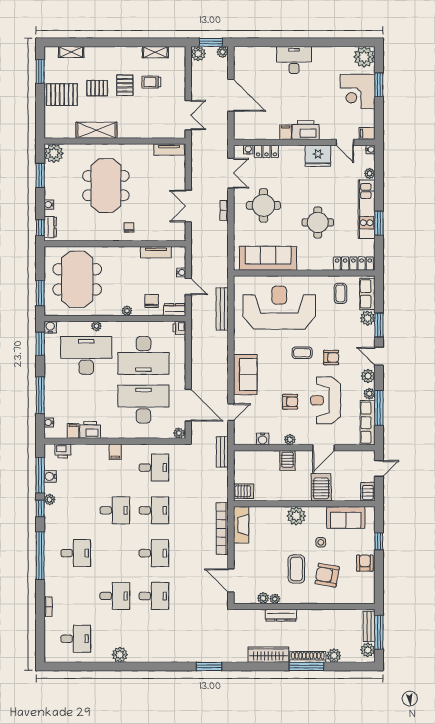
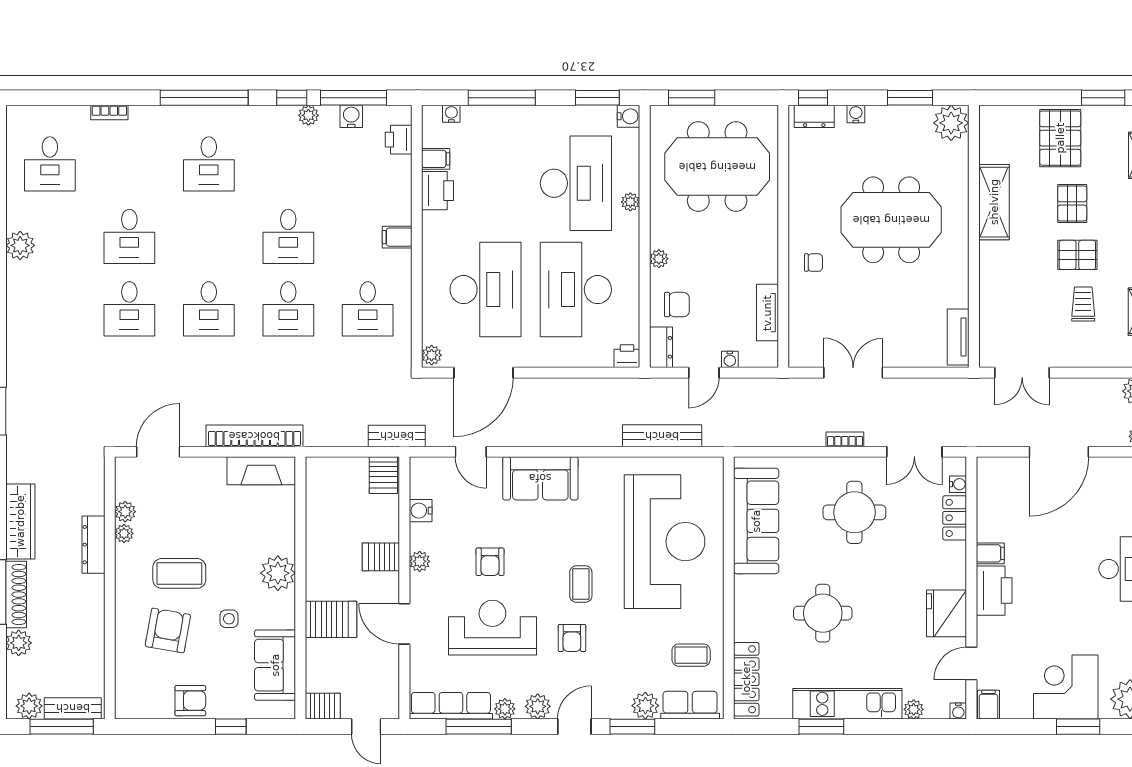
server rack: (243, 491) -> (383, 475), moved

